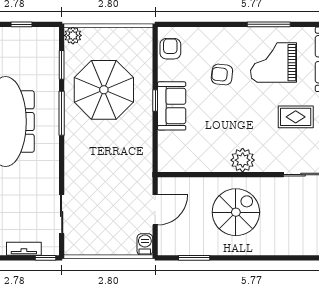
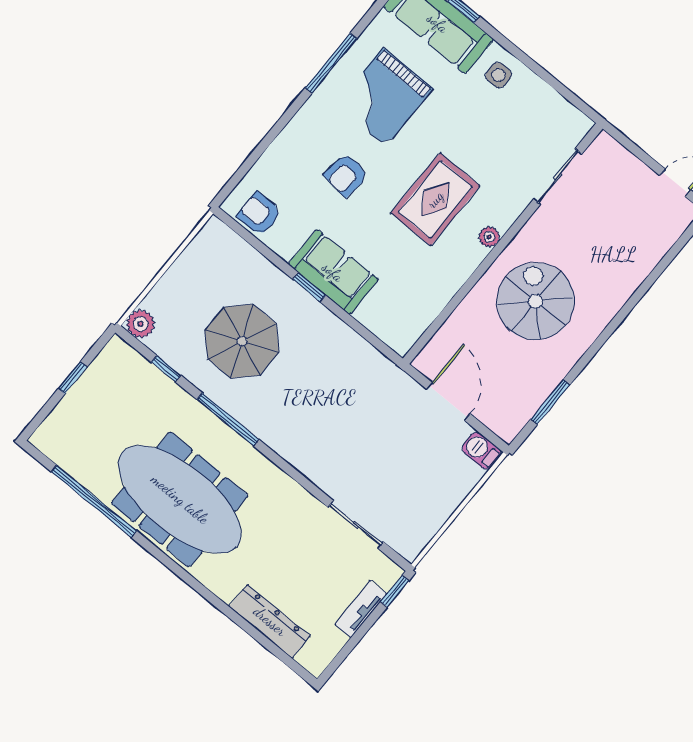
window: (62, 65) -> (166, 369), width x0.67
parasol: (104, 90) -> (242, 341), width x0.73, depth x0.73
rug: (296, 117) -> (435, 199), moved, width x1.36, depth x1.43
plant: (243, 160) -> (489, 237), width x0.53, depth x0.53

